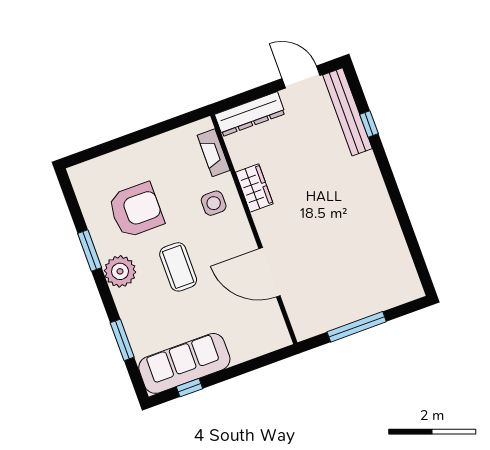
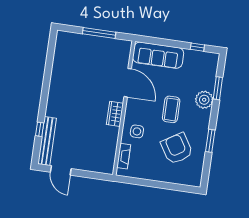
dresser: (250, 114) -> (96, 166), removed
wardrobe: (254, 188) -> (115, 114), moved
armchair: (136, 210) -> (177, 148), turned 58
plant: (120, 271) -> (204, 100), moved
sofa: (184, 363) -> (158, 55), moved

